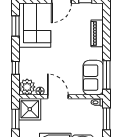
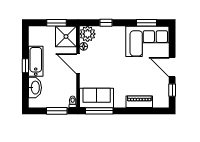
door: (58, 97) -> (78, 64), swing flipped

